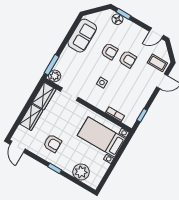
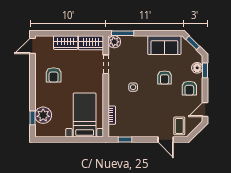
window: (94, 10) -> (193, 43), added
door: (156, 33) -> (205, 110), hinge flipped
armchair: (128, 59) -> (189, 88), moved
window: (55, 168) -> (32, 118), moved

